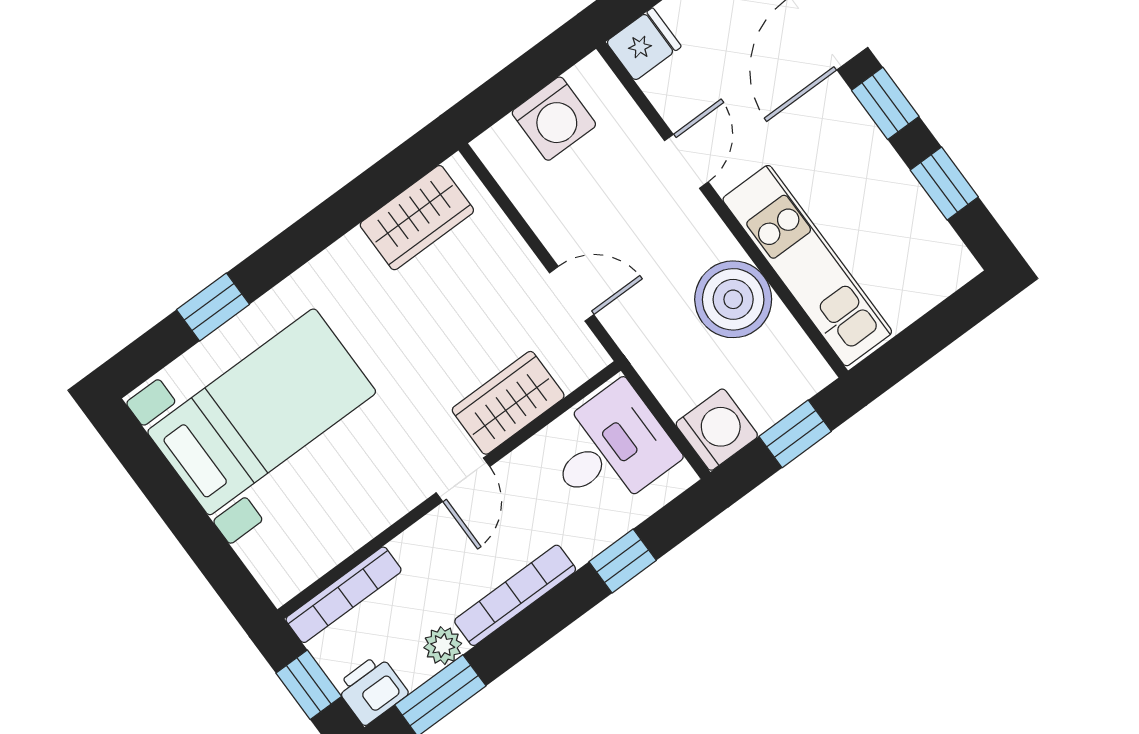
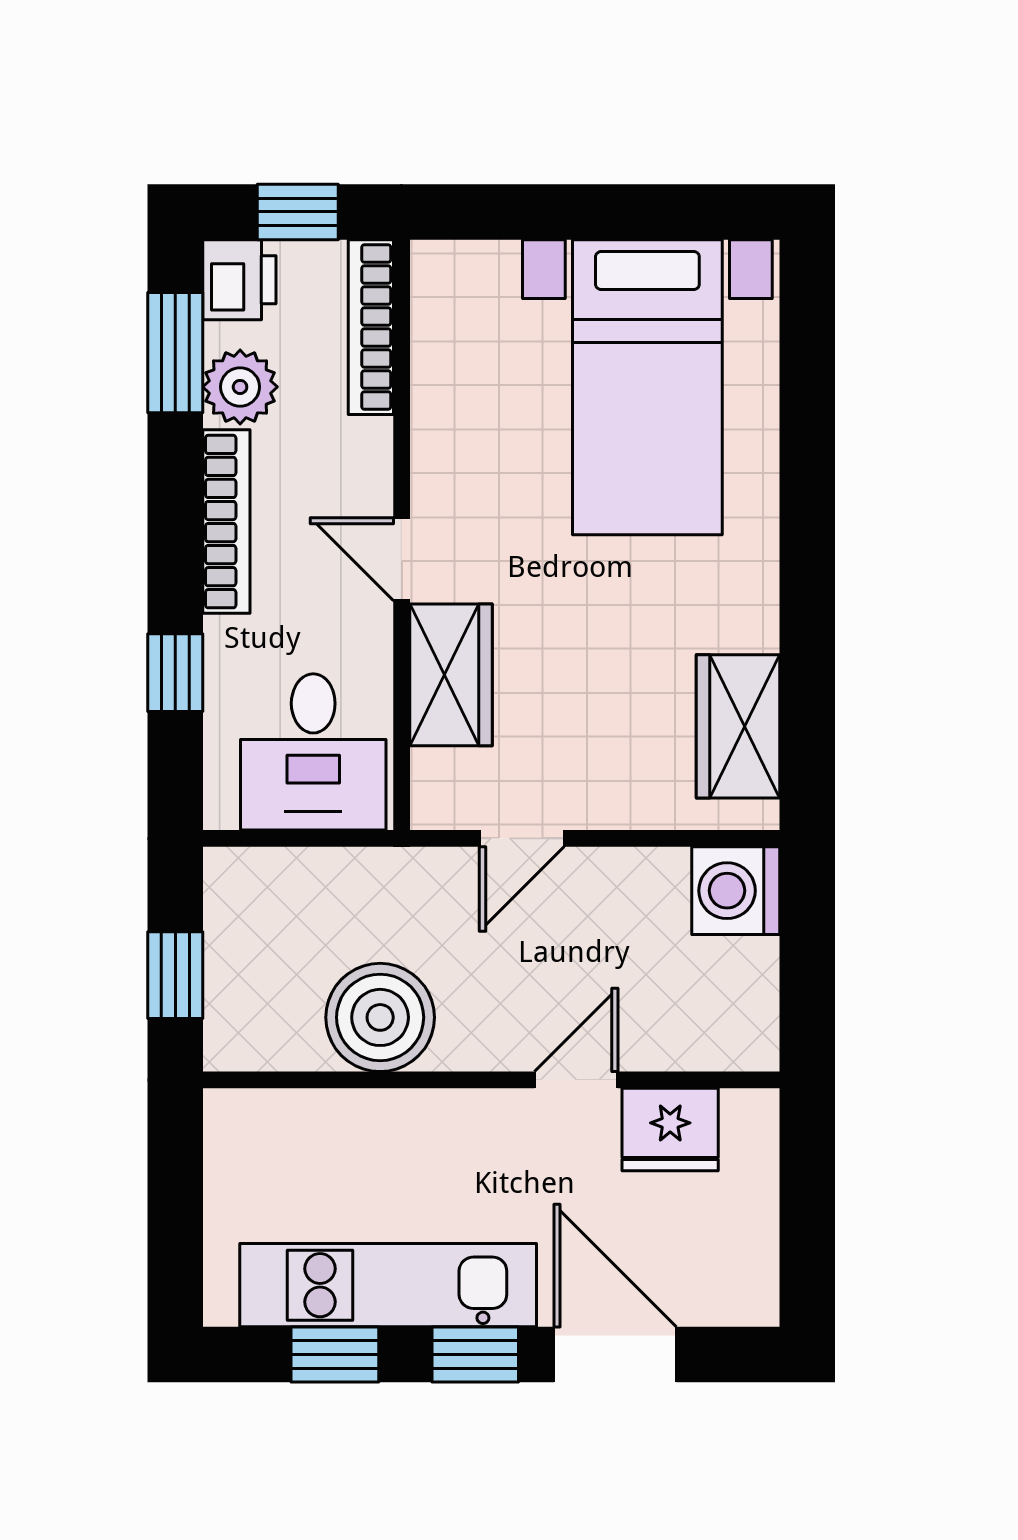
fridge: (644, 44) -> (670, 1130), moved, width x1.38
washing machine: (554, 119) -> (736, 891), moved
door: (686, 161) -> (576, 1080), swing flipped
kitchen unit: (807, 266) -> (388, 1285), moved, turned 180
window: (213, 307) -> (807, 420), removed
washing machine: (717, 430) -> (246, 890), removed
plant: (443, 646) -> (240, 387), width x1.38, depth x1.38

